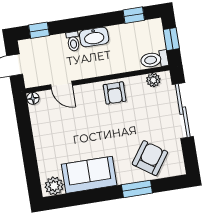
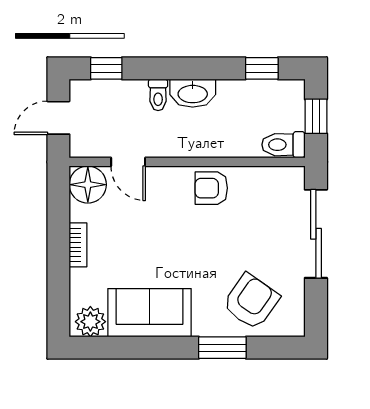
plant: (153, 80) -> (277, 177), removed
armchair: (115, 93) -> (211, 188), turned 90
floor lamp: (33, 98) -> (88, 185), width x1.89, depth x1.89
bookcase: (39, 140) -> (78, 245), added

